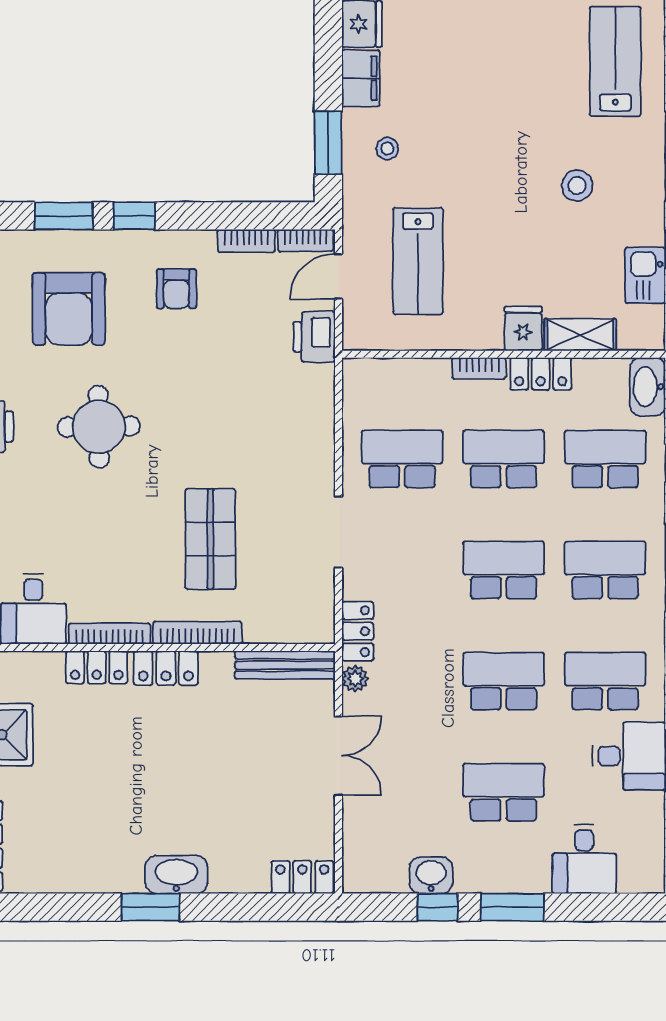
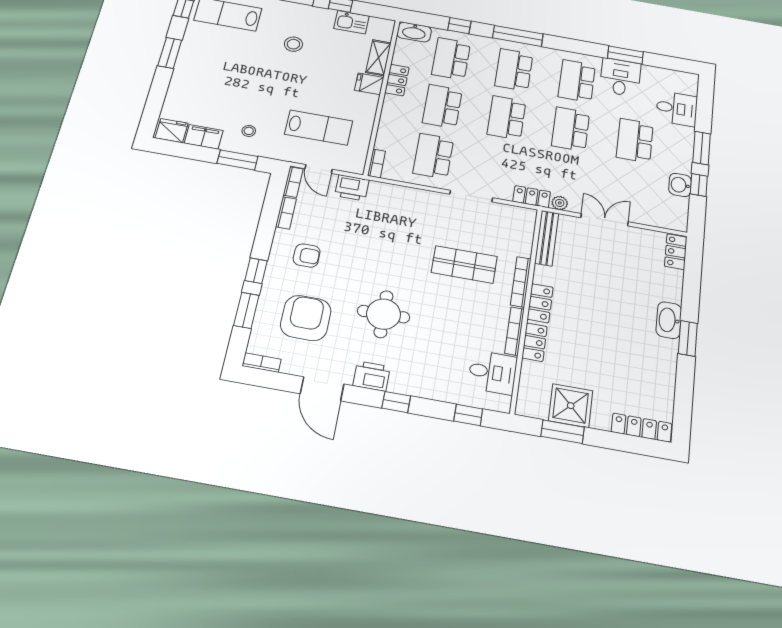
armchair: (69, 309) -> (306, 318), turned -90
bookcase: (479, 368) -> (376, 163), moved

